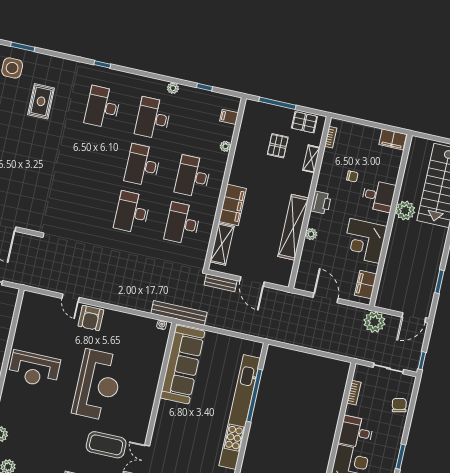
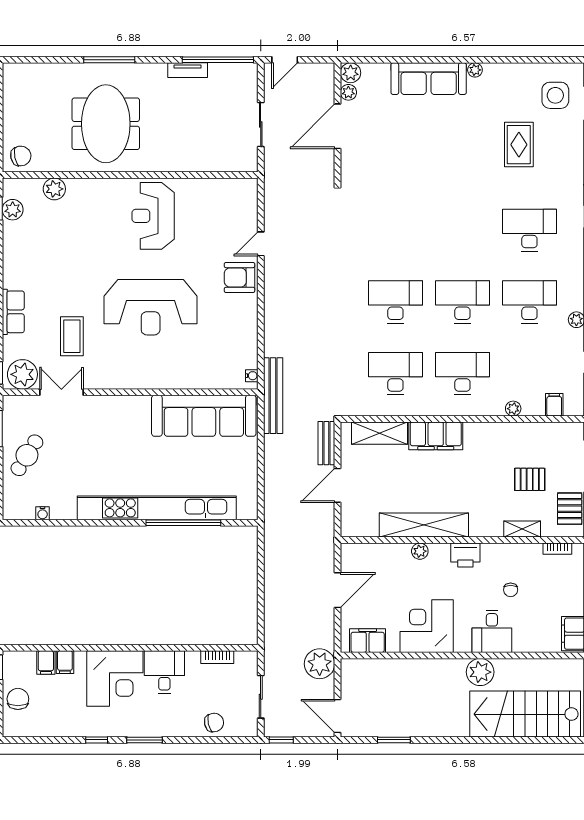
rug: (41, 101) -> (519, 145), turned 90
coffee table: (106, 445) -> (72, 336), width x0.73, depth x0.76

